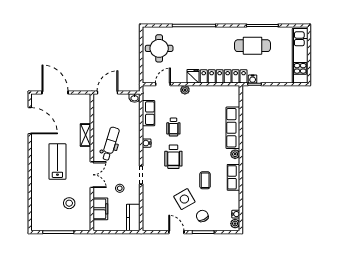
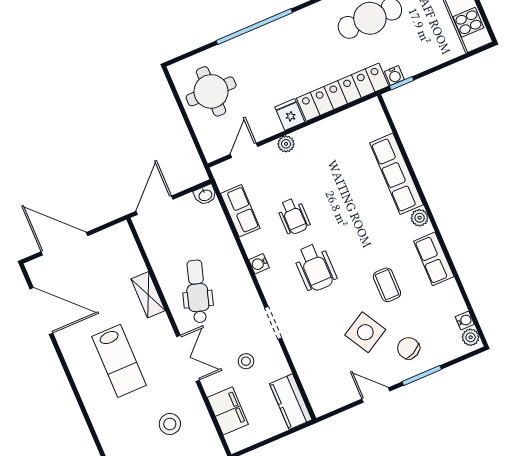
lab bench: (57, 161) -> (119, 361), turned 180

